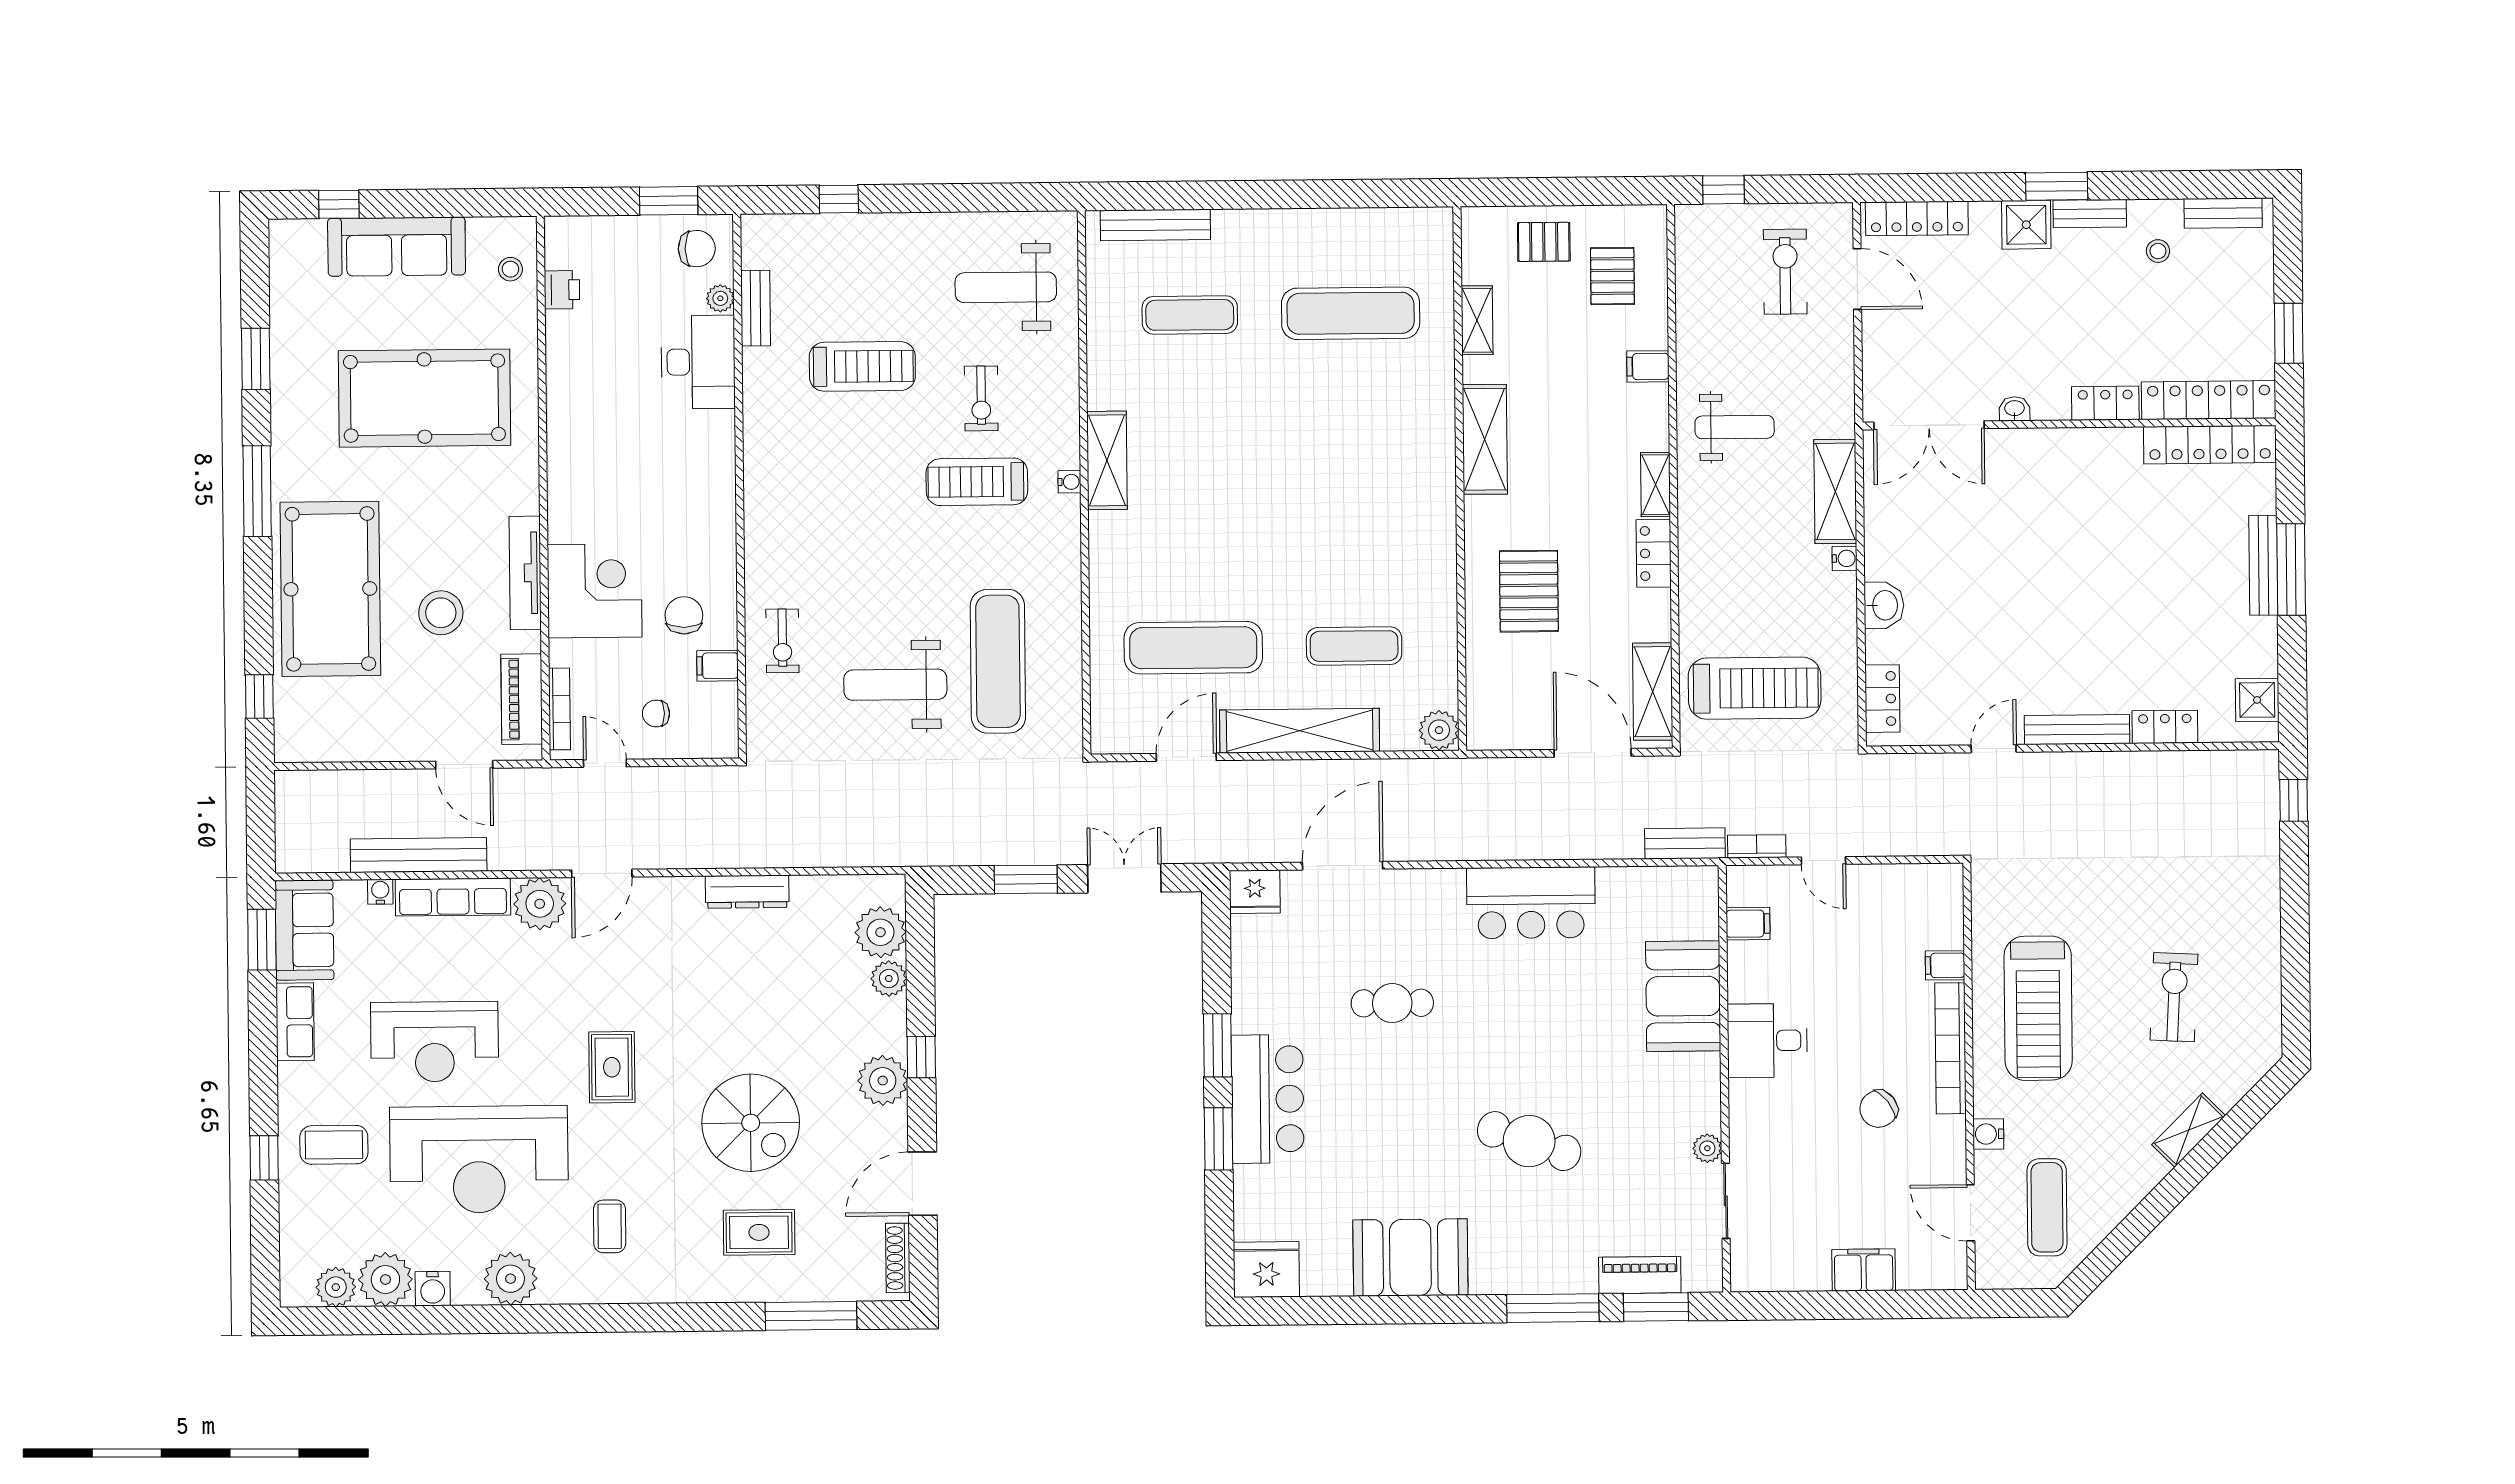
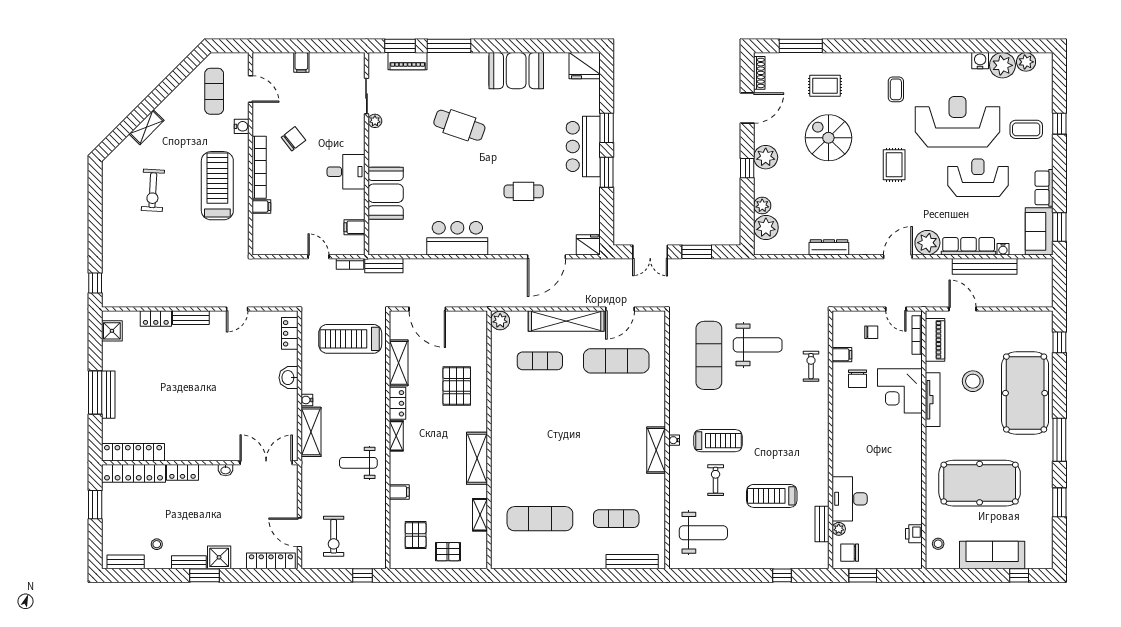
shelving: (1653, 692) -> (399, 363), moved
bench: (2077, 730) -> (191, 318), width x0.73
filing cabinet: (1864, 1270) -> (301, 62), width x0.50
plant: (511, 1279) -> (943, 65), removed

